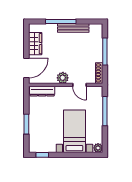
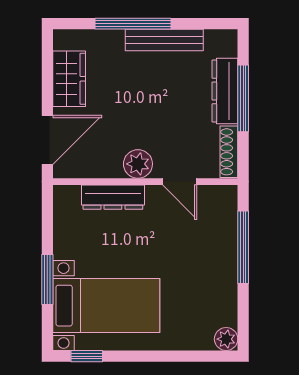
dresser: (98, 49) -> (225, 91), added
dresser: (42, 91) -> (113, 197), moved
bed with nightstands: (74, 131) -> (106, 306), moved, turned 90

